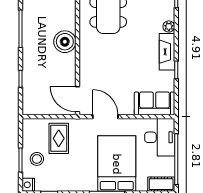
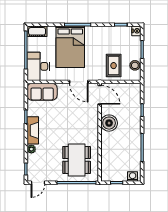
boiler: (65, 42) -> (109, 123), moved
stool: (37, 159) -> (135, 65), moved

